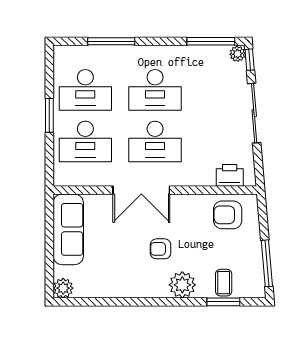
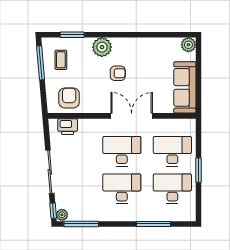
armchair: (228, 215) -> (69, 98), turned -90
coffee table: (224, 283) -> (61, 60), moved

